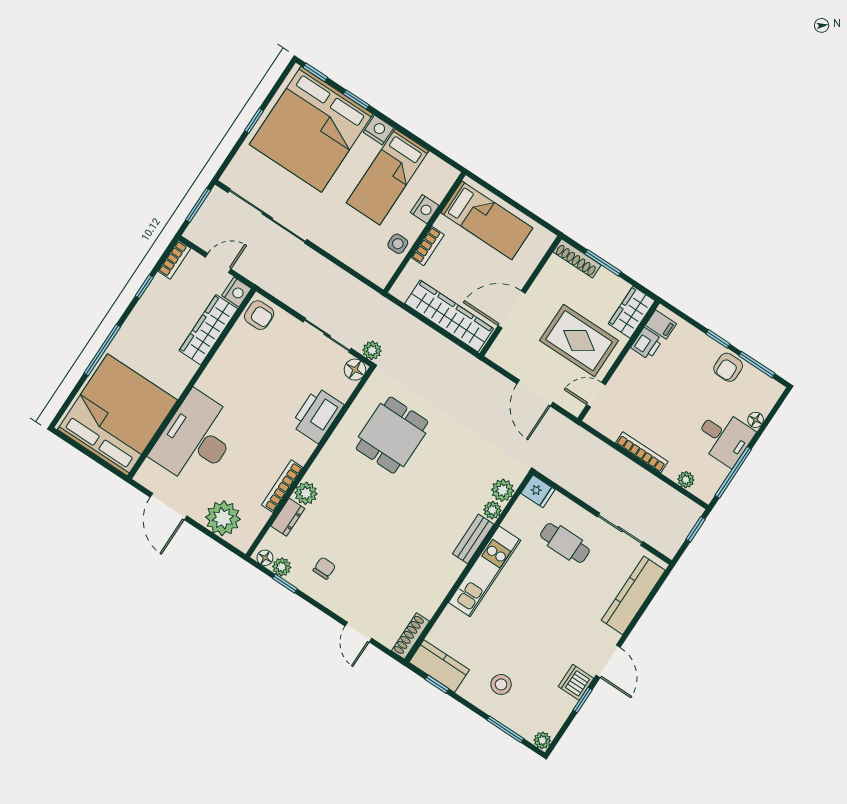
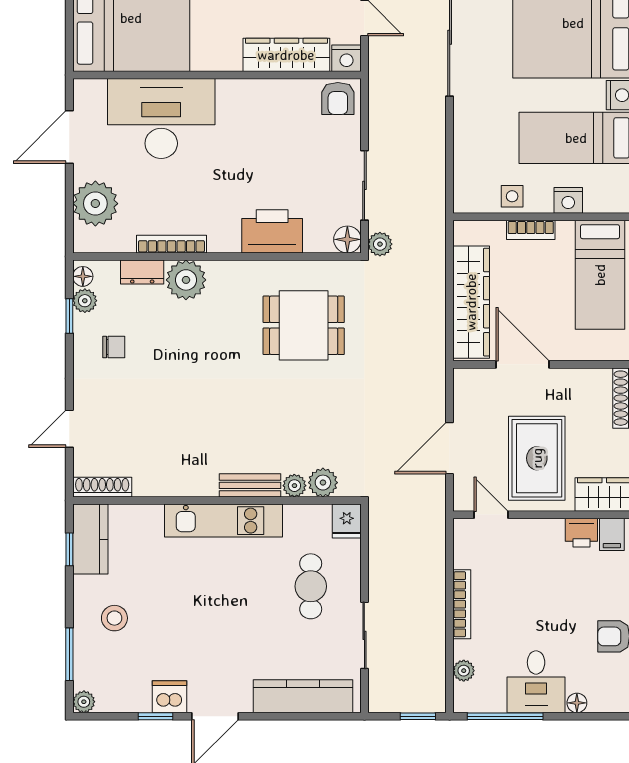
plant: (306, 493) -> (186, 280), width x1.36, depth x1.36

